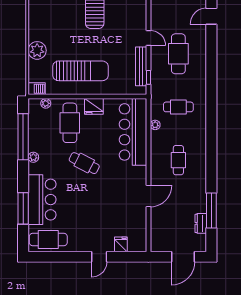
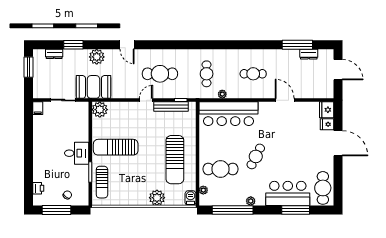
sun lounger: (81, 71) -> (175, 160), turned 180
fridge: (94, 106) -> (327, 110), moved, turned 180
door: (99, 257) -> (338, 143), width x1.88

